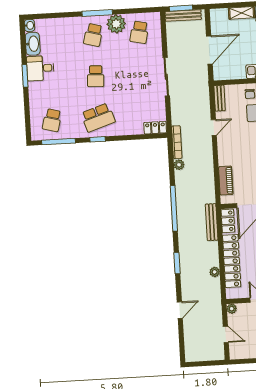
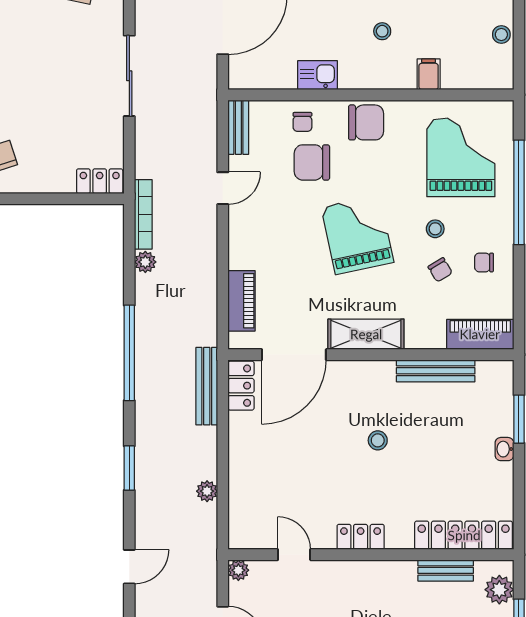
locker: (232, 261) -> (244, 470), removed

